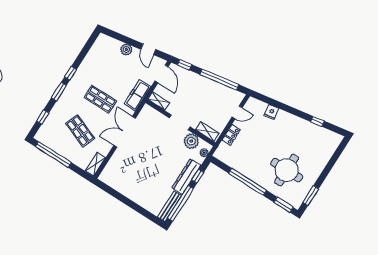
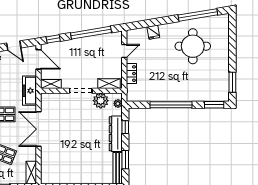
window: (318, 121) -> (198, 15), width x3.17
round table: (287, 170) -> (193, 46), moved
window: (181, 203) -> (125, 160), width x0.47

